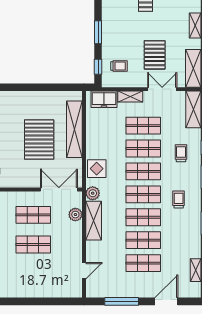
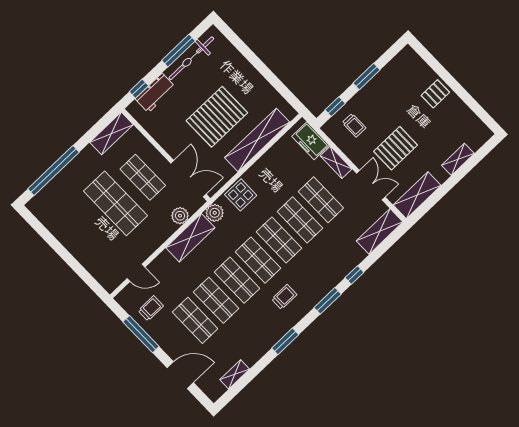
trolley: (181, 153) -> (151, 308), moved
shop shelf: (33, 245) -> (116, 203), width x1.43, depth x1.36

